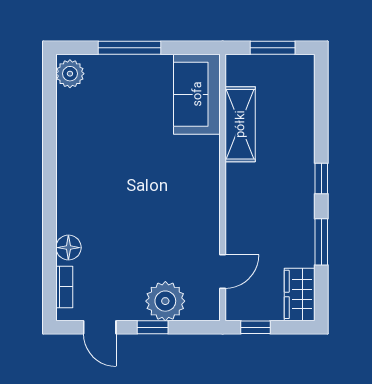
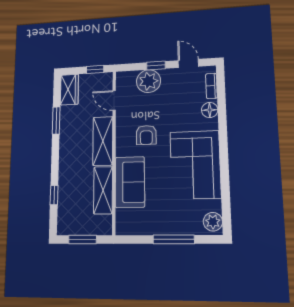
sofa: (197, 94) -> (130, 182), moved
corner sofa: (94, 161) -> (195, 165), added
window: (321, 178) -> (54, 195), moved
shelving: (241, 204) -> (103, 141), added
armchair: (170, 211) -> (146, 135), added
door: (223, 271) -> (114, 100), hinge flipped

